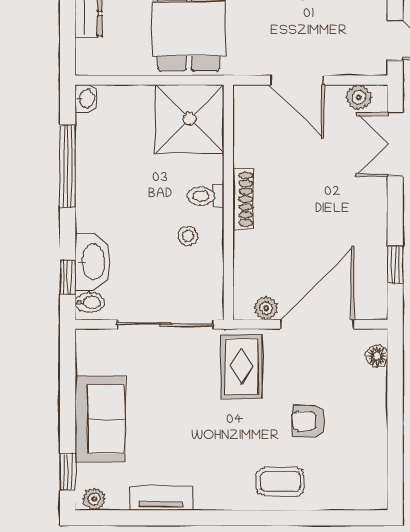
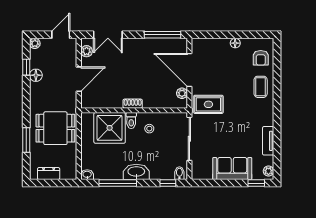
shower: (190, 119) -> (110, 128), moved
shoe rack: (243, 199) -> (133, 104), width x0.70
washbasin: (92, 262) -> (136, 172), moved
window: (395, 265) -> (162, 35), width x2.17
floor lamp: (377, 356) -> (235, 43), moved
armchair: (309, 421) -> (261, 58), moved

